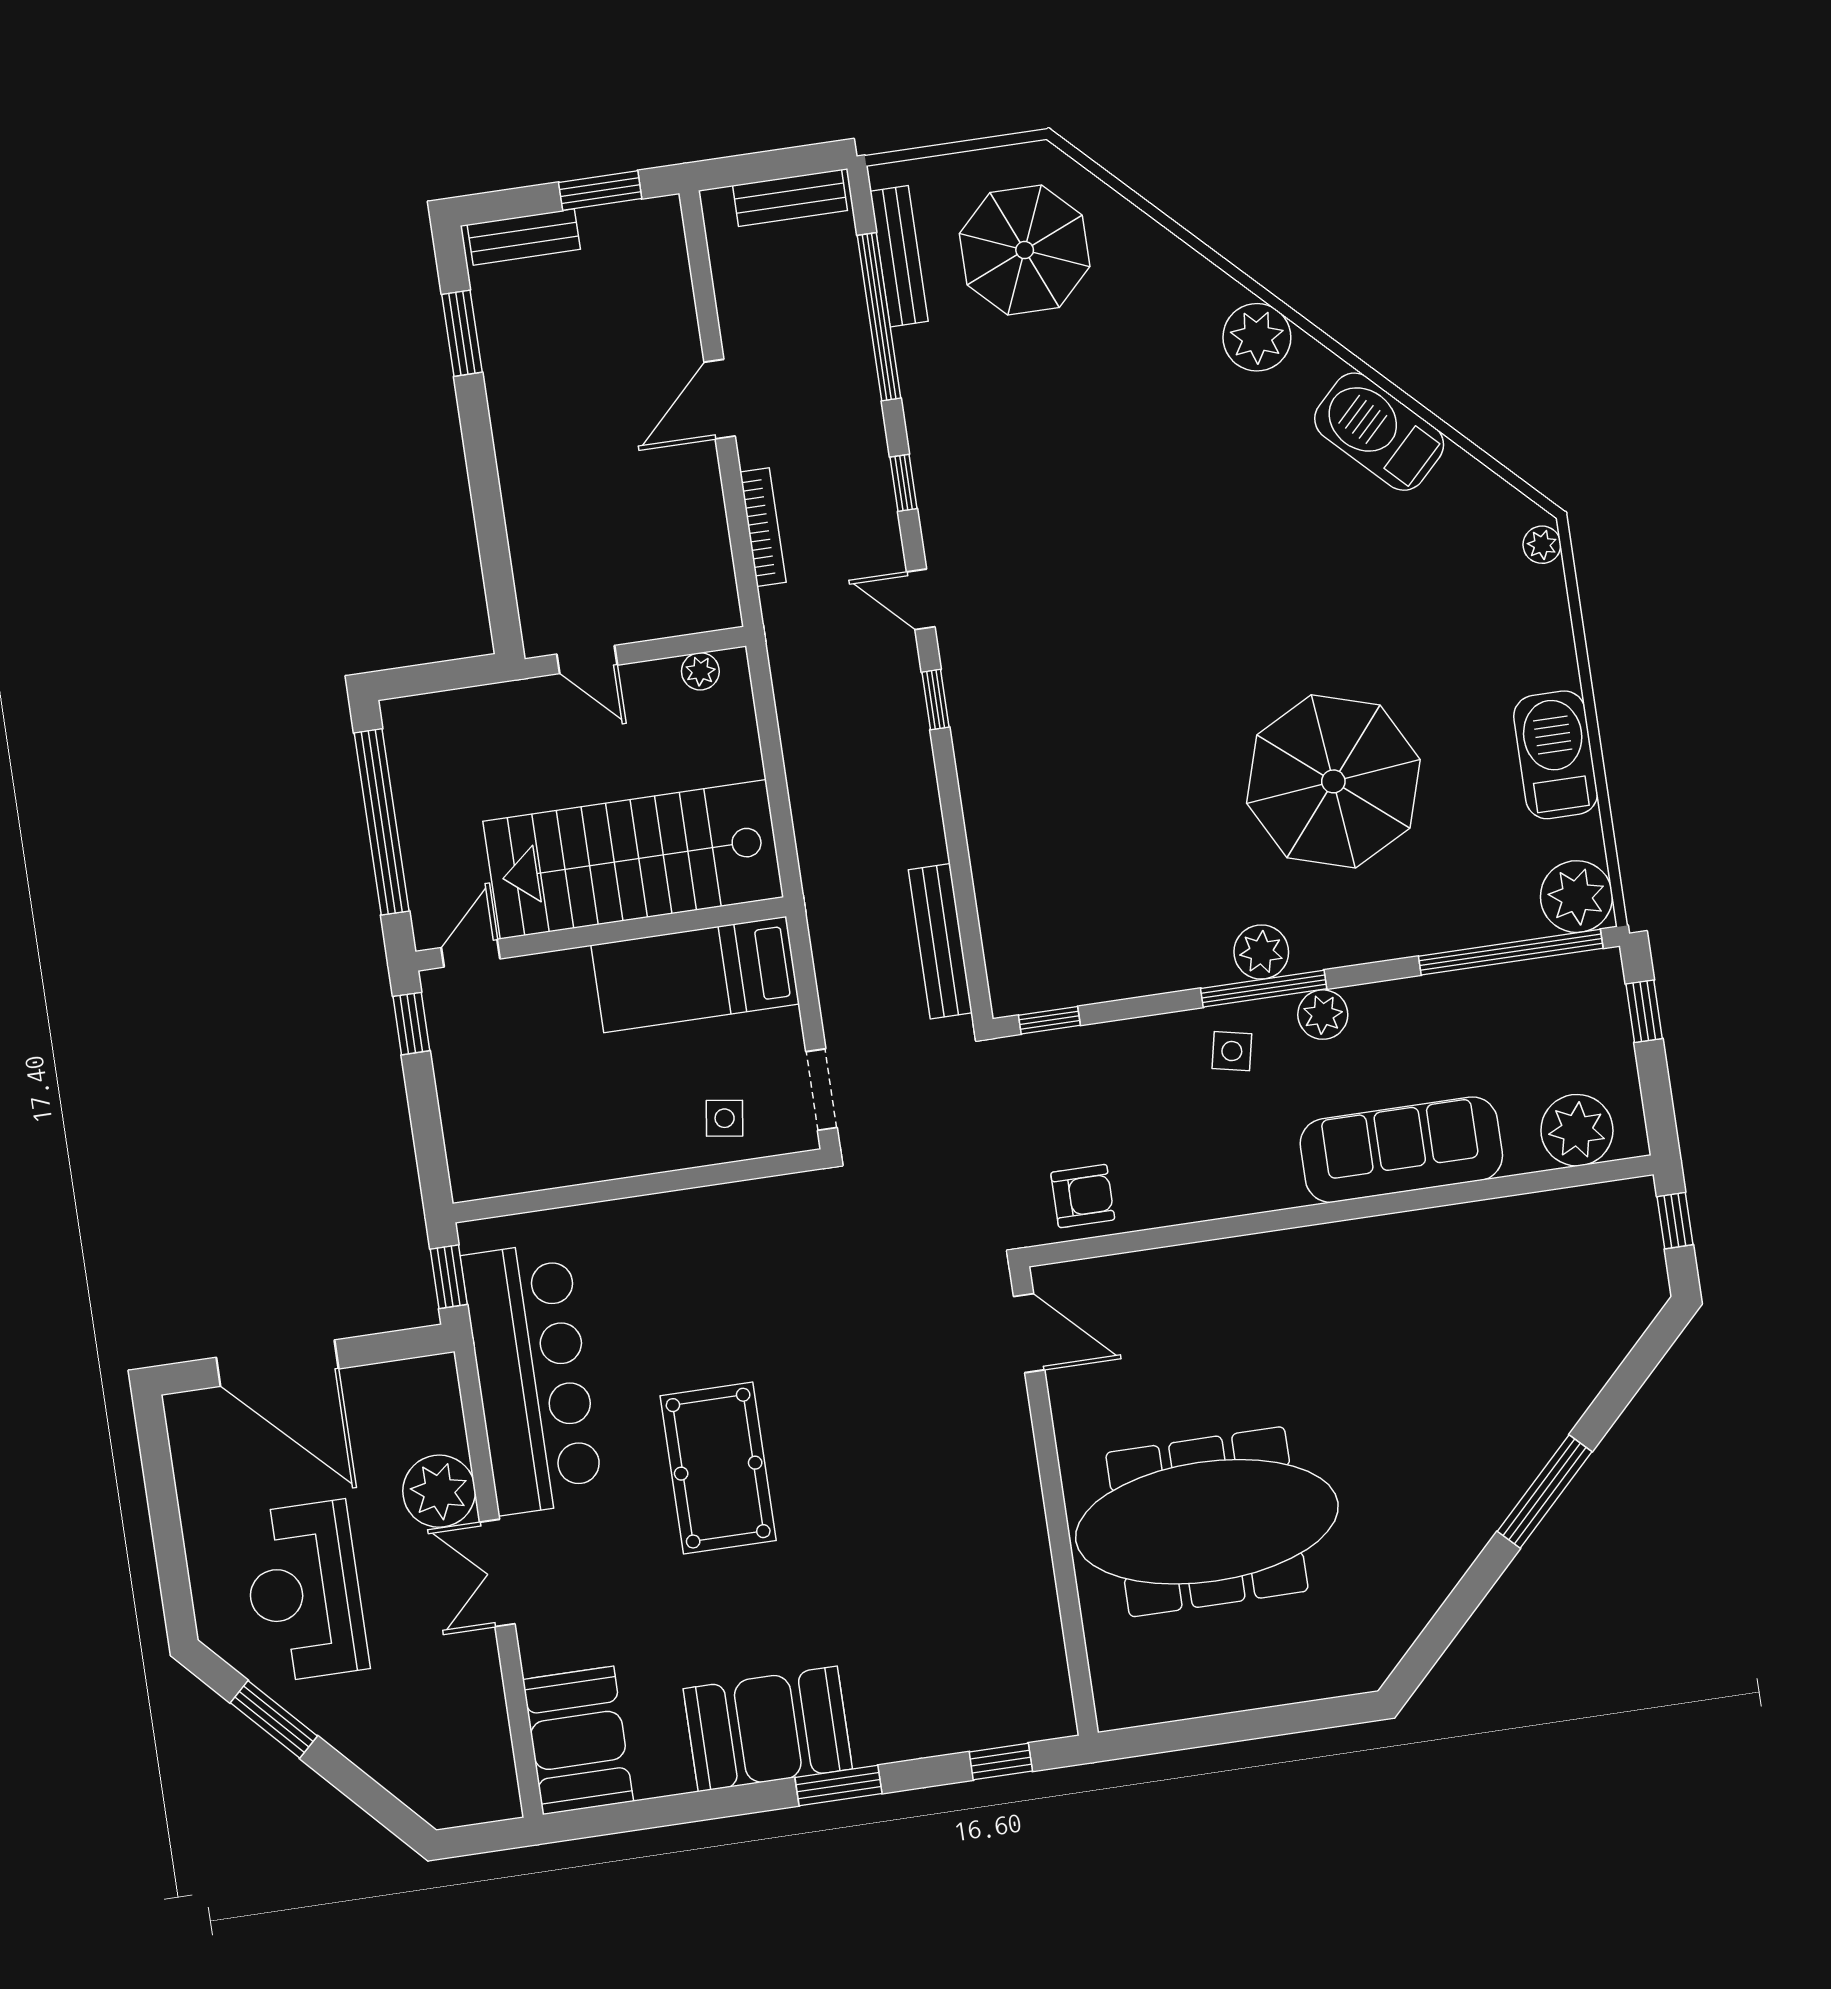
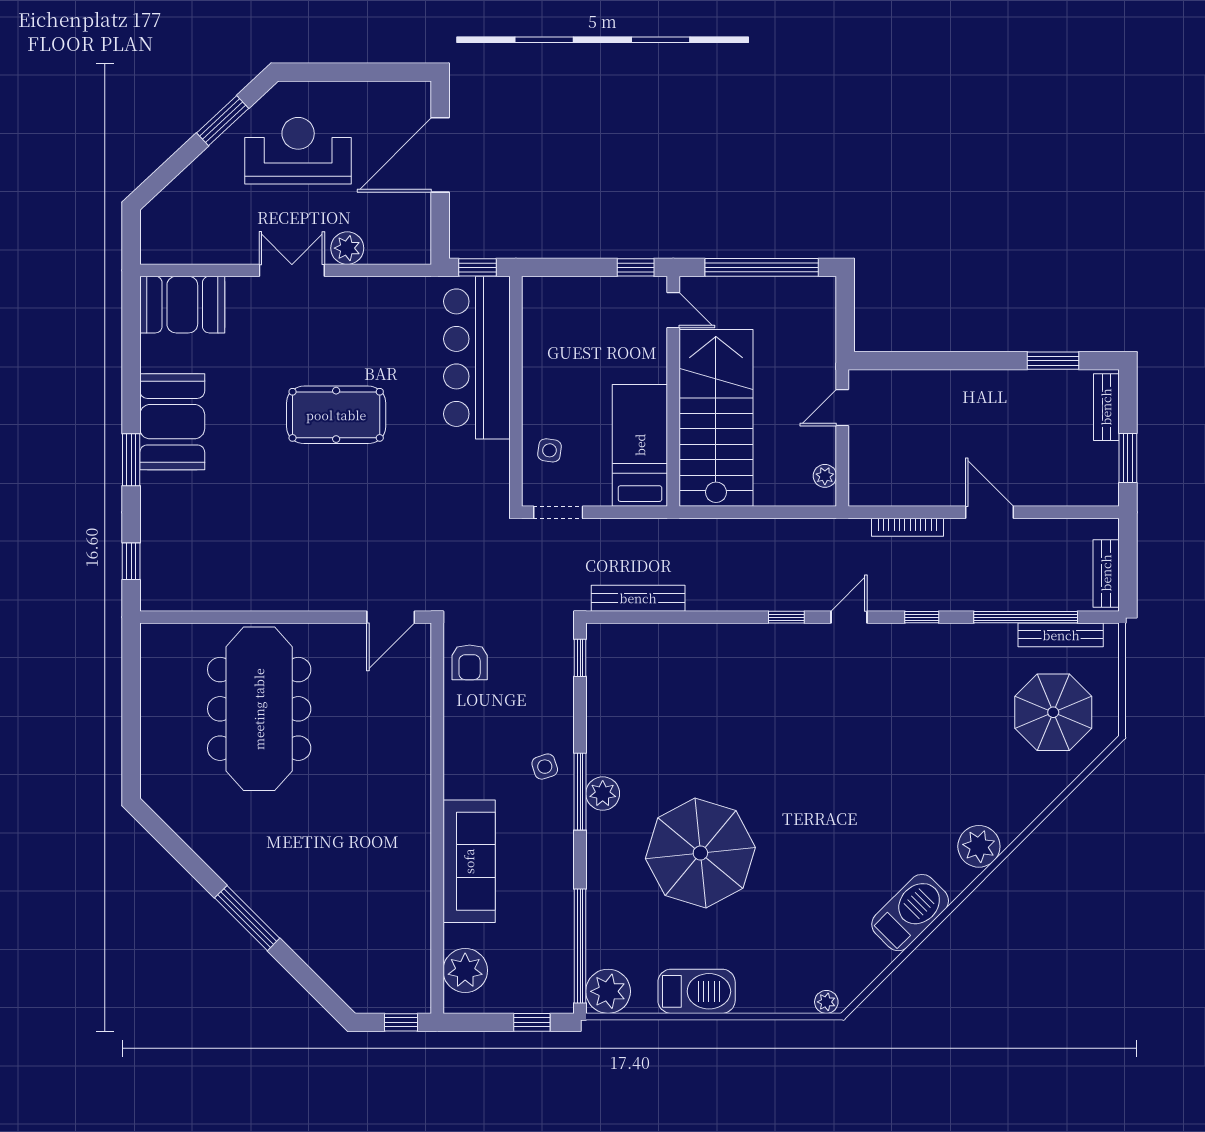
plant: (1323, 1015) -> (559, 825), removed
side table: (1232, 1051) -> (545, 767), turned -30
bar counter: (532, 1378) -> (477, 358), moved, turned 90
plant: (439, 1491) -> (347, 248), width x0.73, depth x0.73

